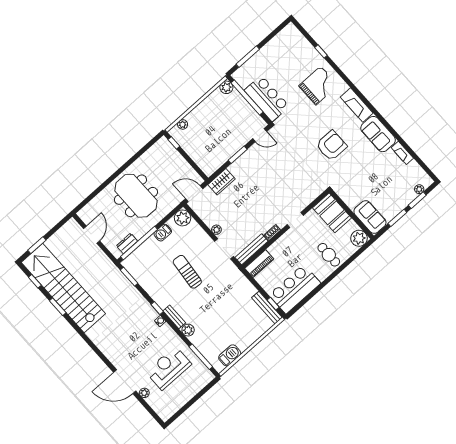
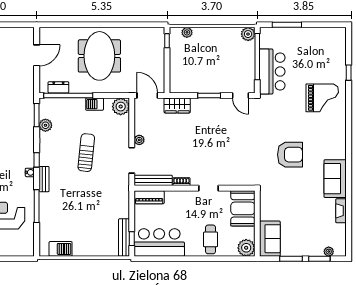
fireplace: (357, 105) -> (339, 140), removed
plant: (188, 330) -> (45, 125), moved
window: (201, 357) -> (37, 206), moved

